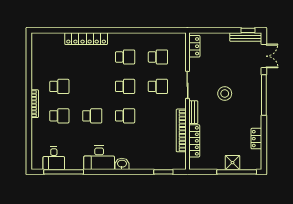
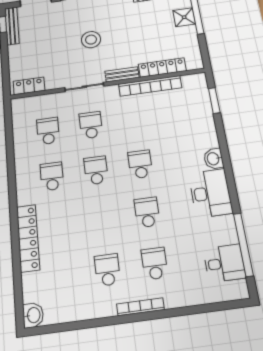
washbasin: (38, 39) -> (33, 315), added

